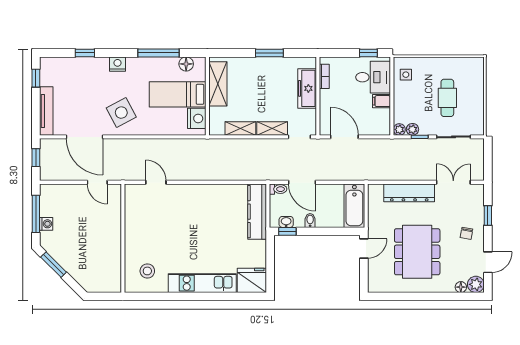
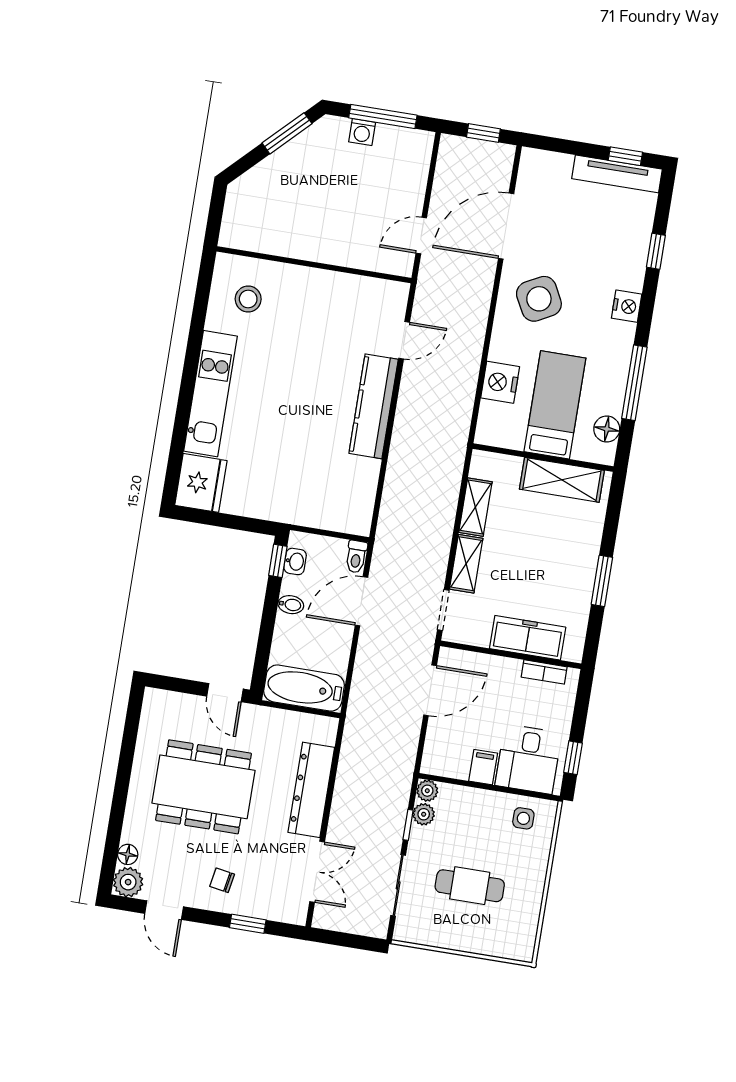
tv unit: (46, 111) -> (617, 174), moved
nightstand: (197, 118) -> (500, 382), moved, turned 90
kitchen counter: (257, 212) -> (374, 406), moved, turned -90

